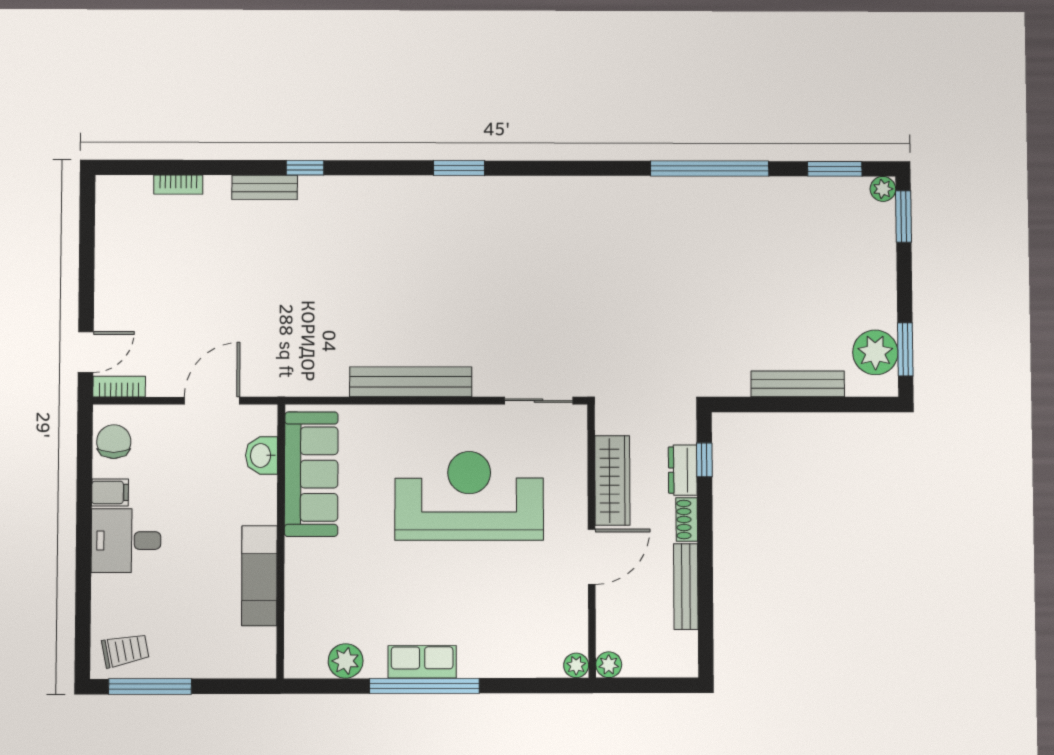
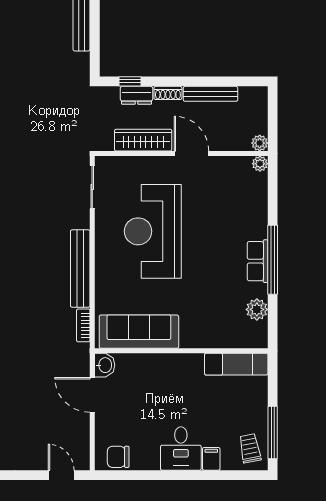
bookcase: (119, 387) -> (83, 325), moved
washbasin: (261, 455) -> (105, 365), moved, turned -90
filing cabinet: (110, 492) -> (211, 459), moved
exam couch: (259, 576) -> (236, 364), moved

